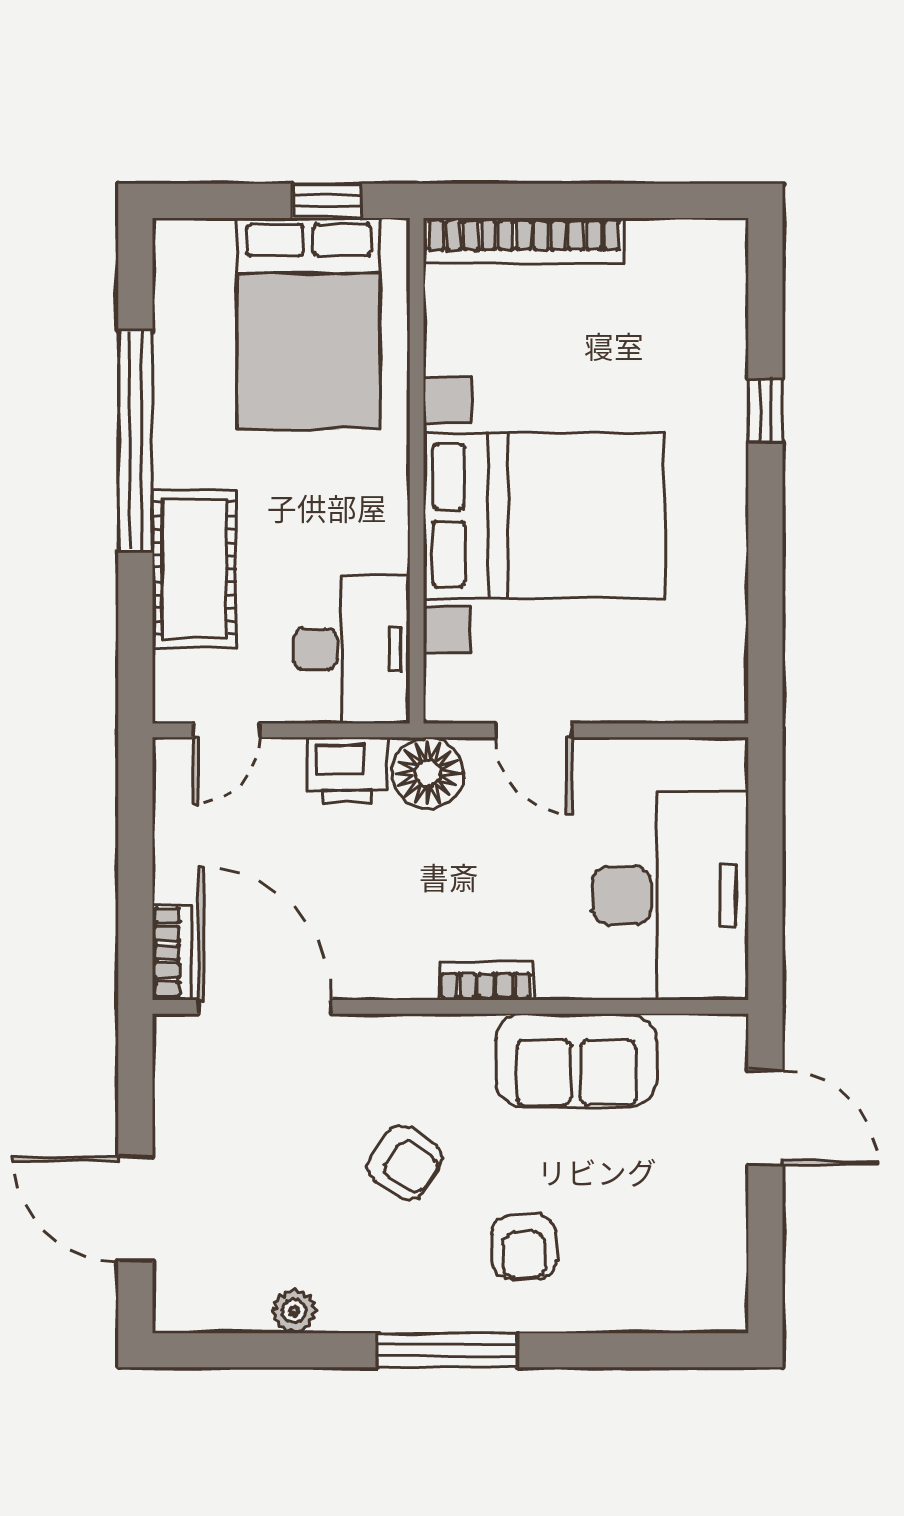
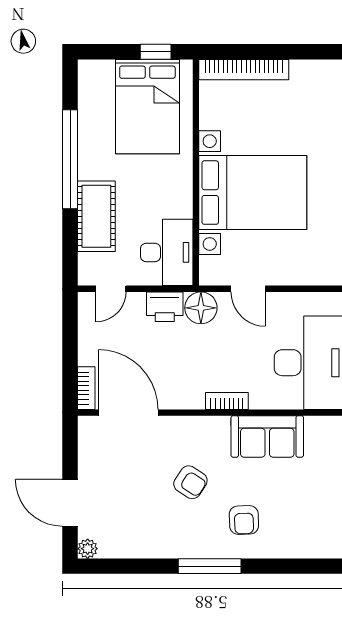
plant: (294, 1311) -> (88, 549), moved

